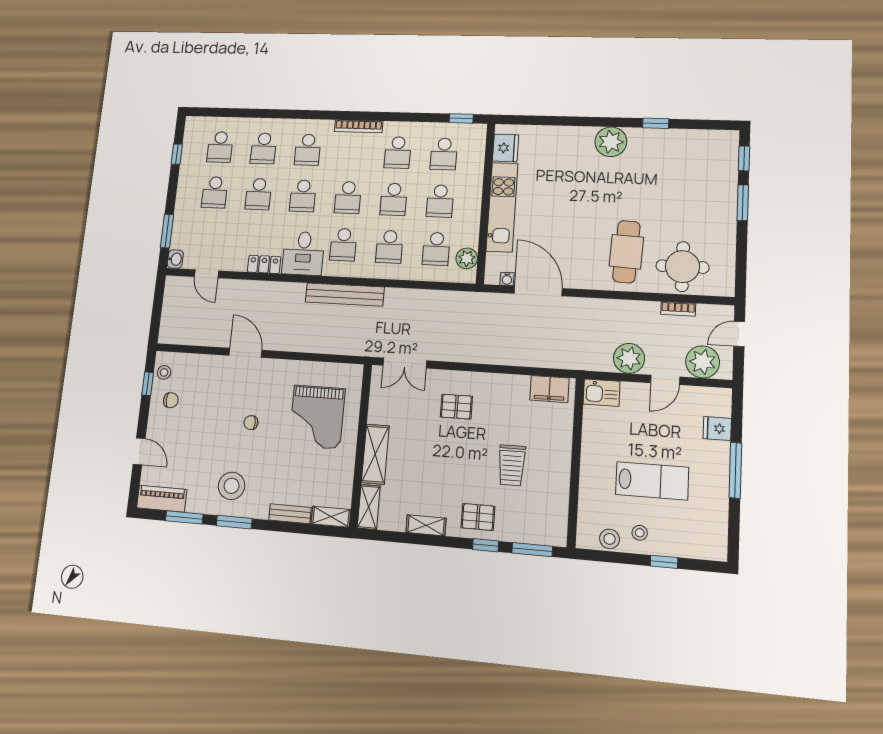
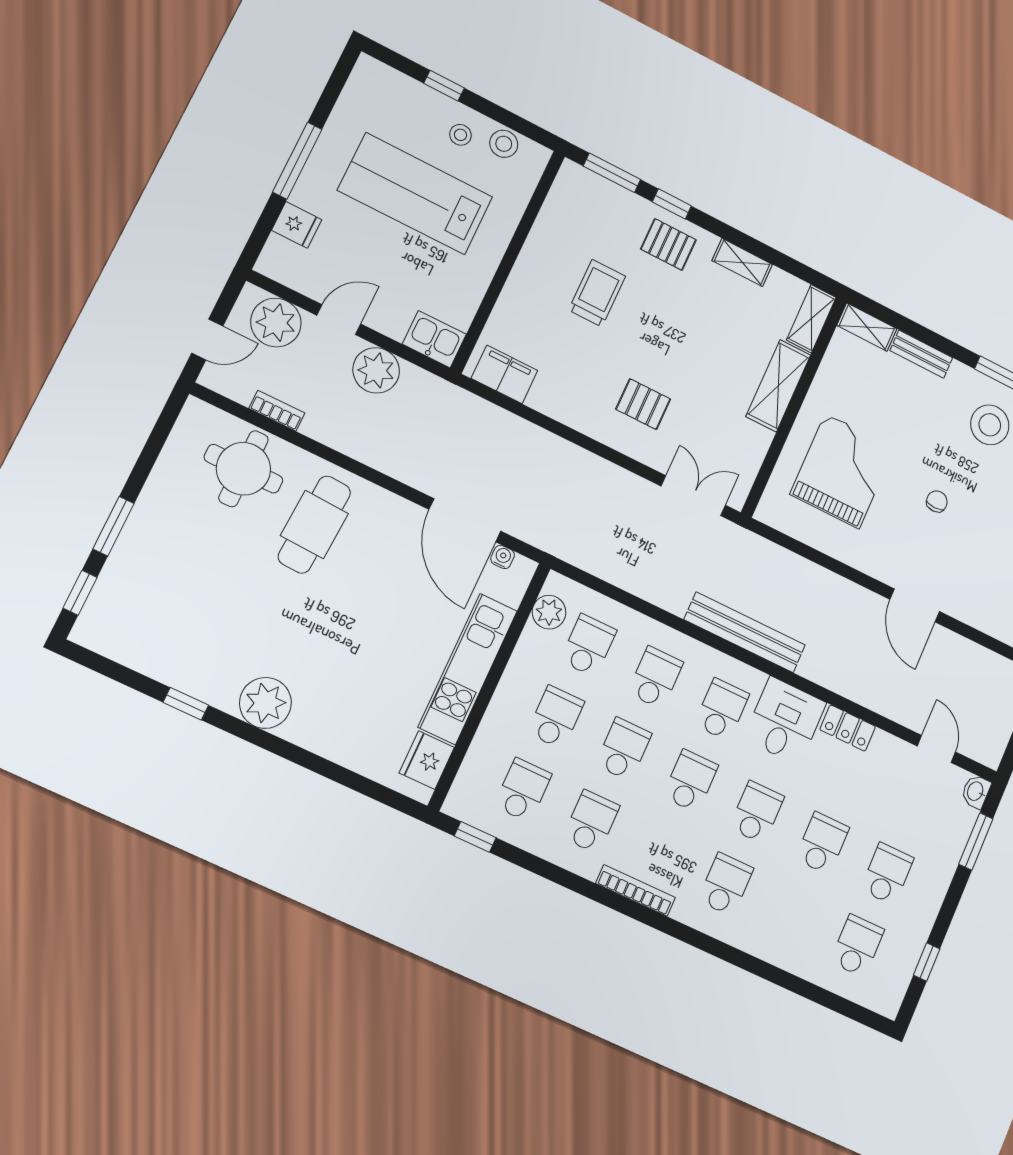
school desk: (264, 148) -> (792, 915), removed
chair: (251, 423) -> (937, 501), turned -90
lab bench: (652, 481) -> (415, 194), width x1.36, depth x1.39

